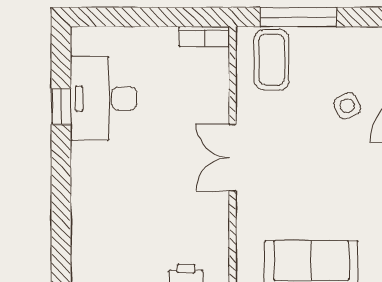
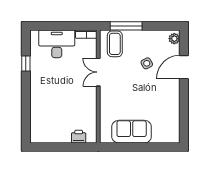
desk: (104, 98) -> (57, 44), moved, turned 90
double door: (233, 158) -> (98, 72), moved

